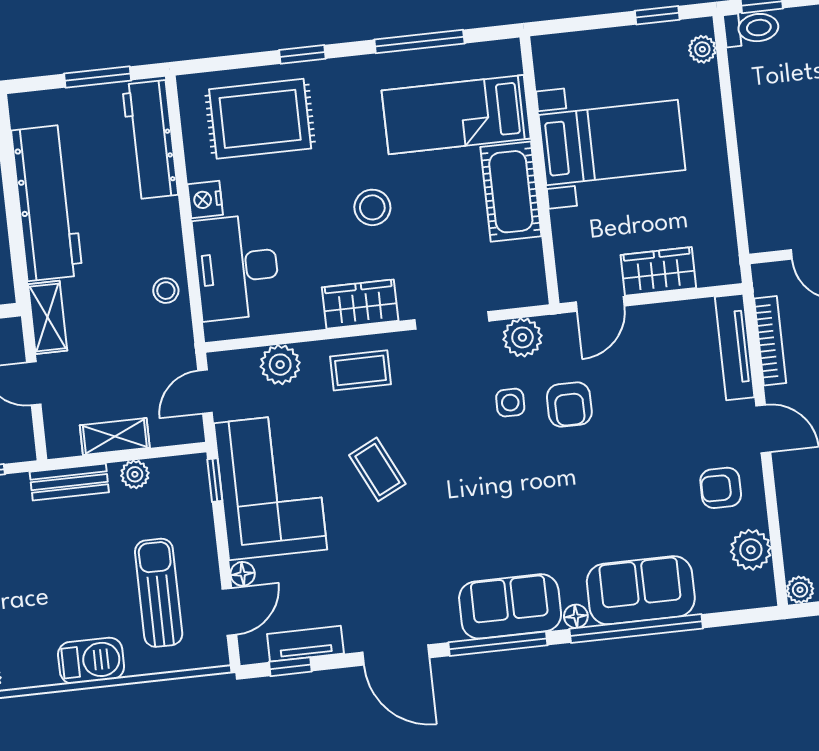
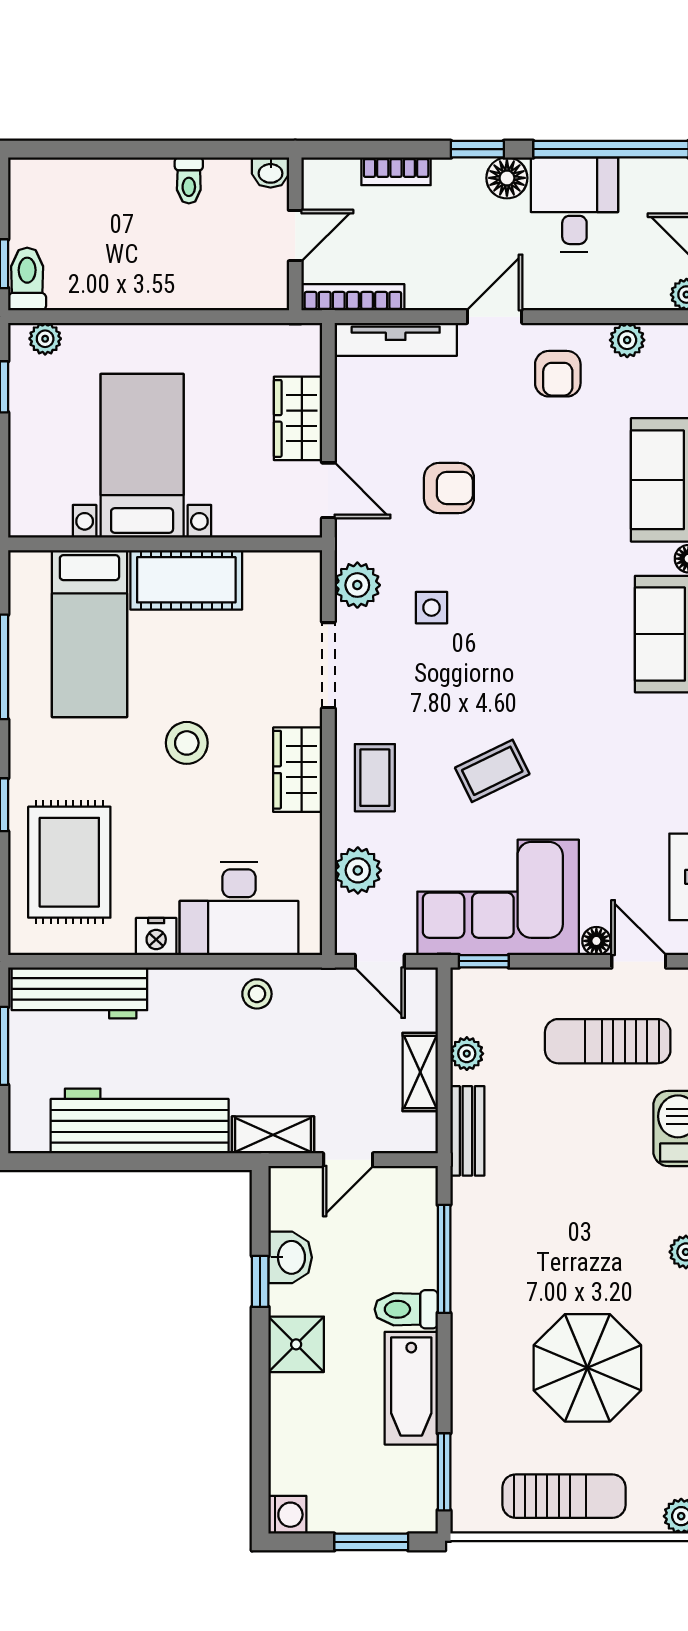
bookcase: (770, 341) -> (353, 297), moved
armchair: (569, 405) -> (449, 488), moved
plant: (751, 550) -> (627, 340), width x0.73, depth x0.73

